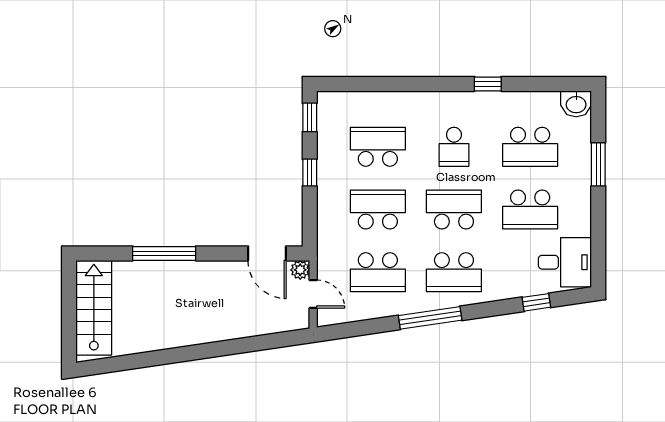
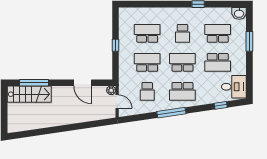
window: (310, 117) -> (116, 20), removed
school desk: (530, 147) -> (218, 33), turned 180
window: (164, 253) -> (34, 83), moved
door: (267, 253) -> (83, 83), moved
school desk: (378, 272) -> (147, 91), width x0.54
stairs: (94, 308) -> (29, 94), moved, turned 90

